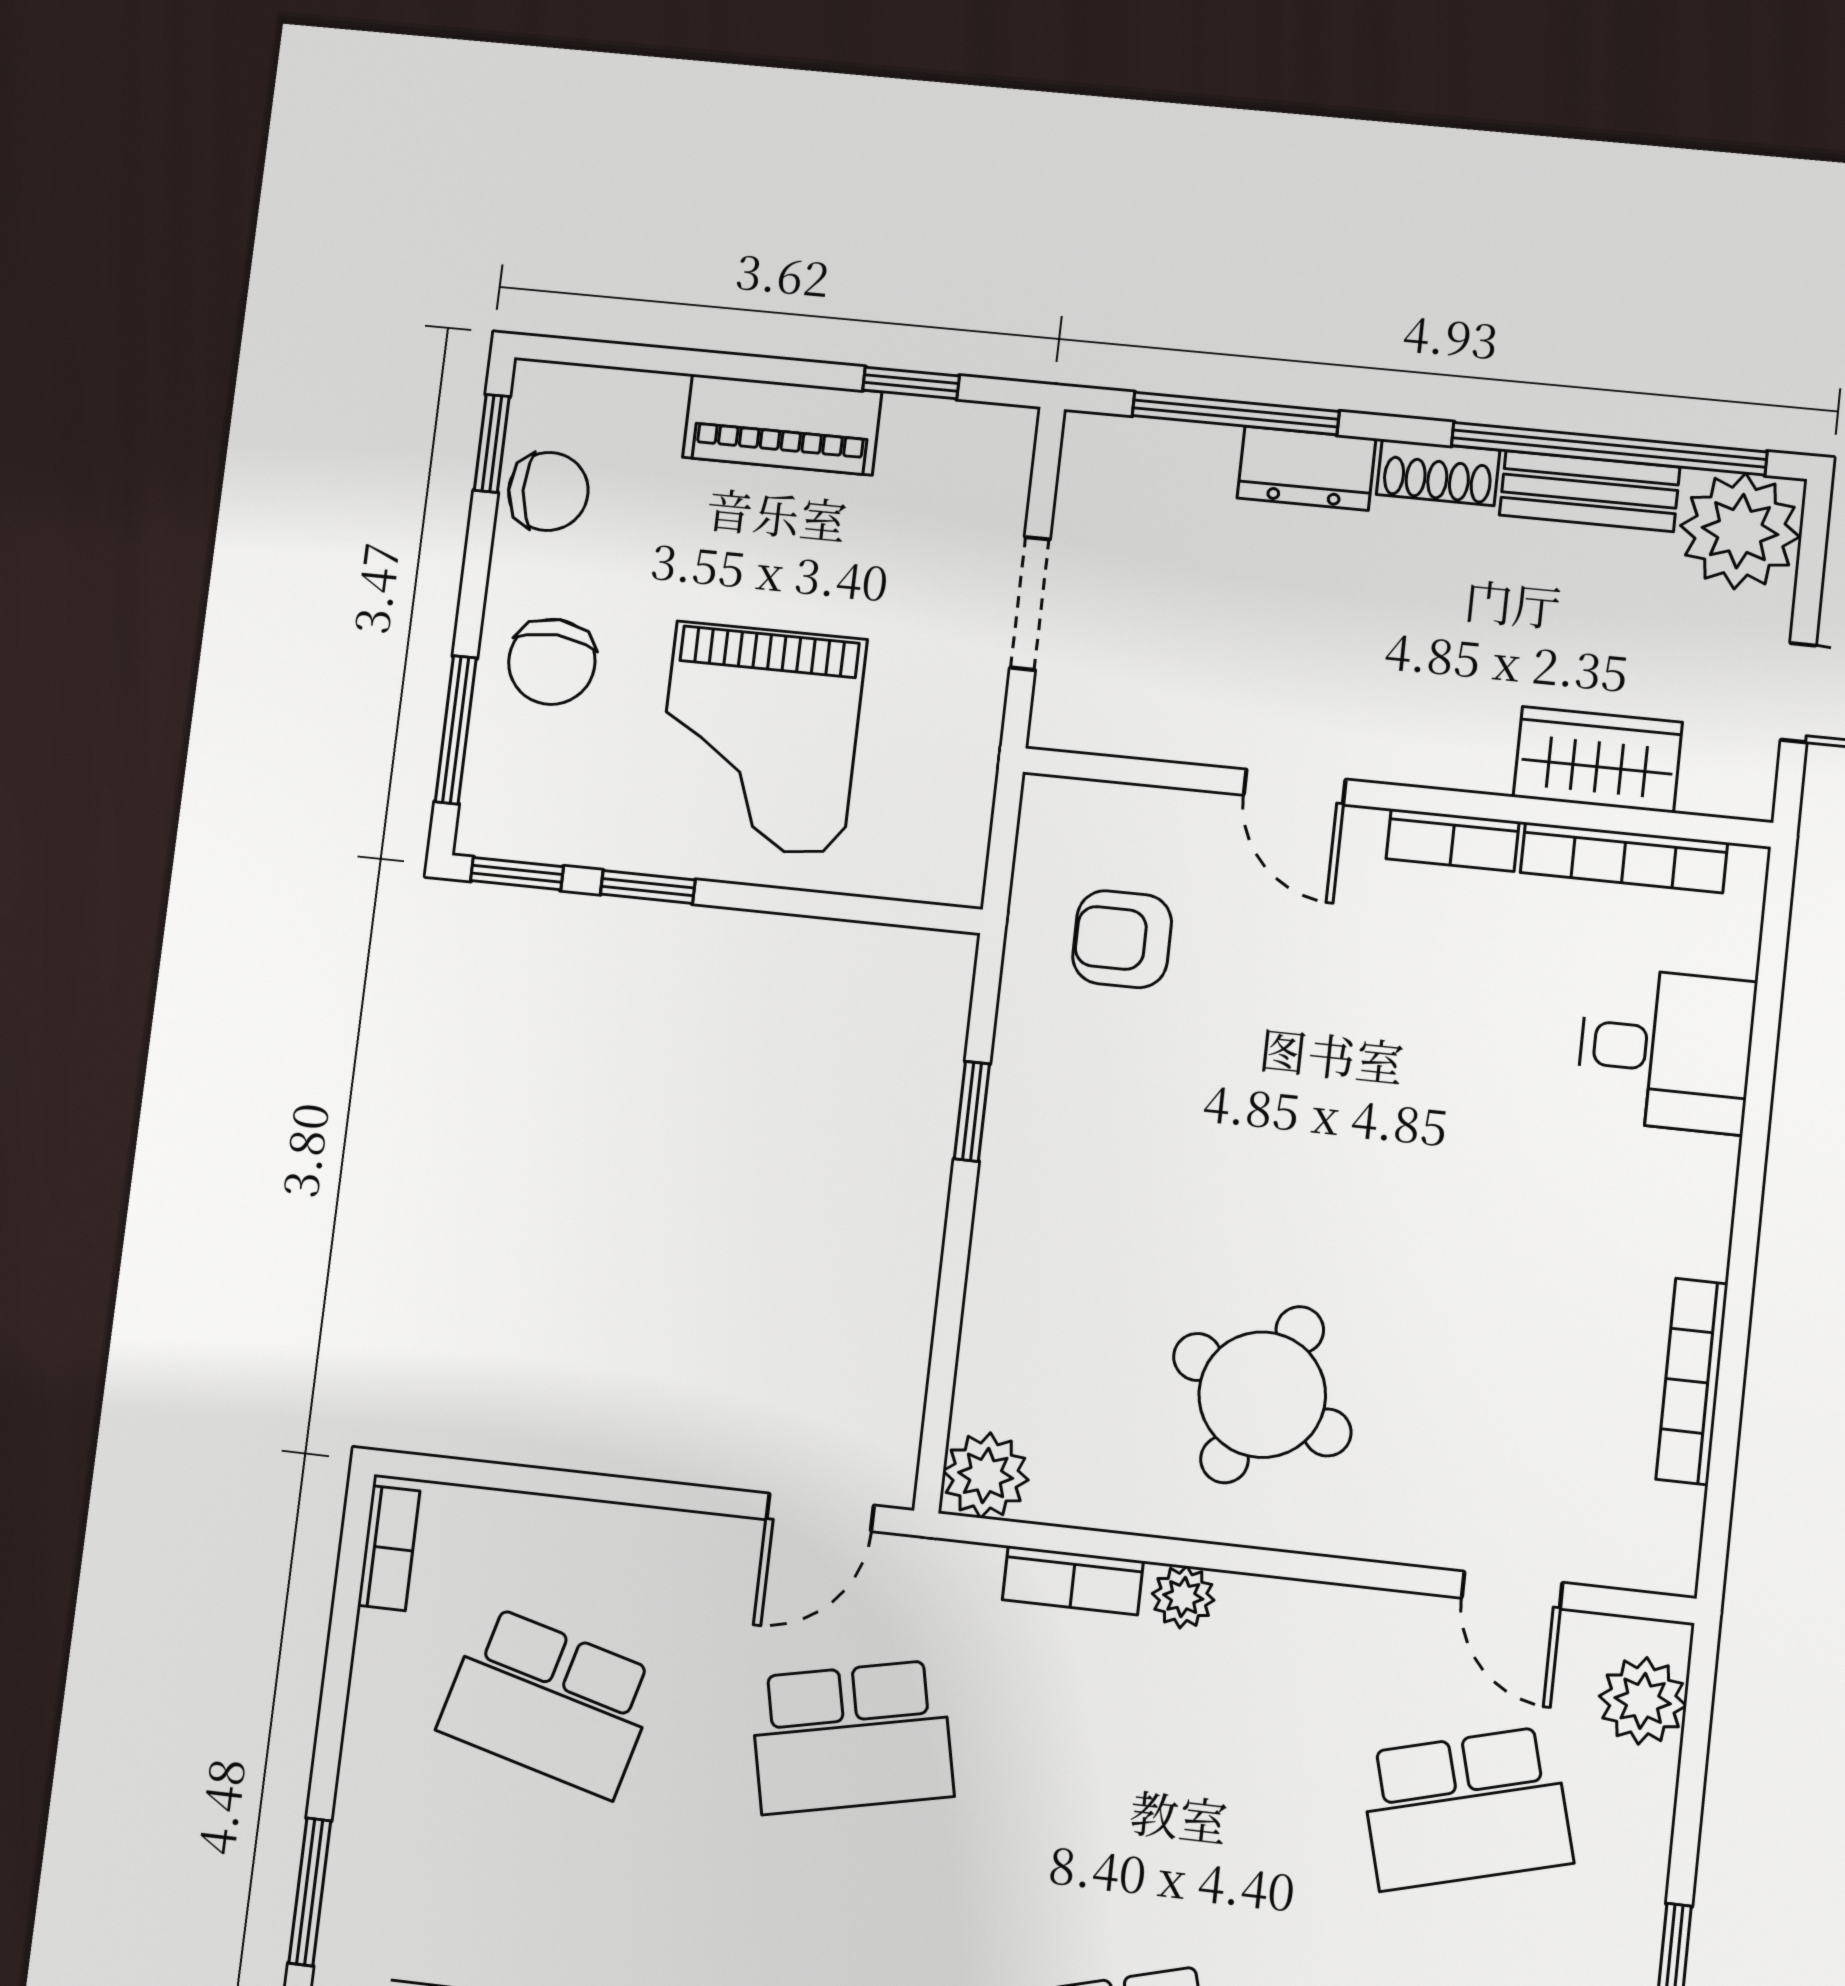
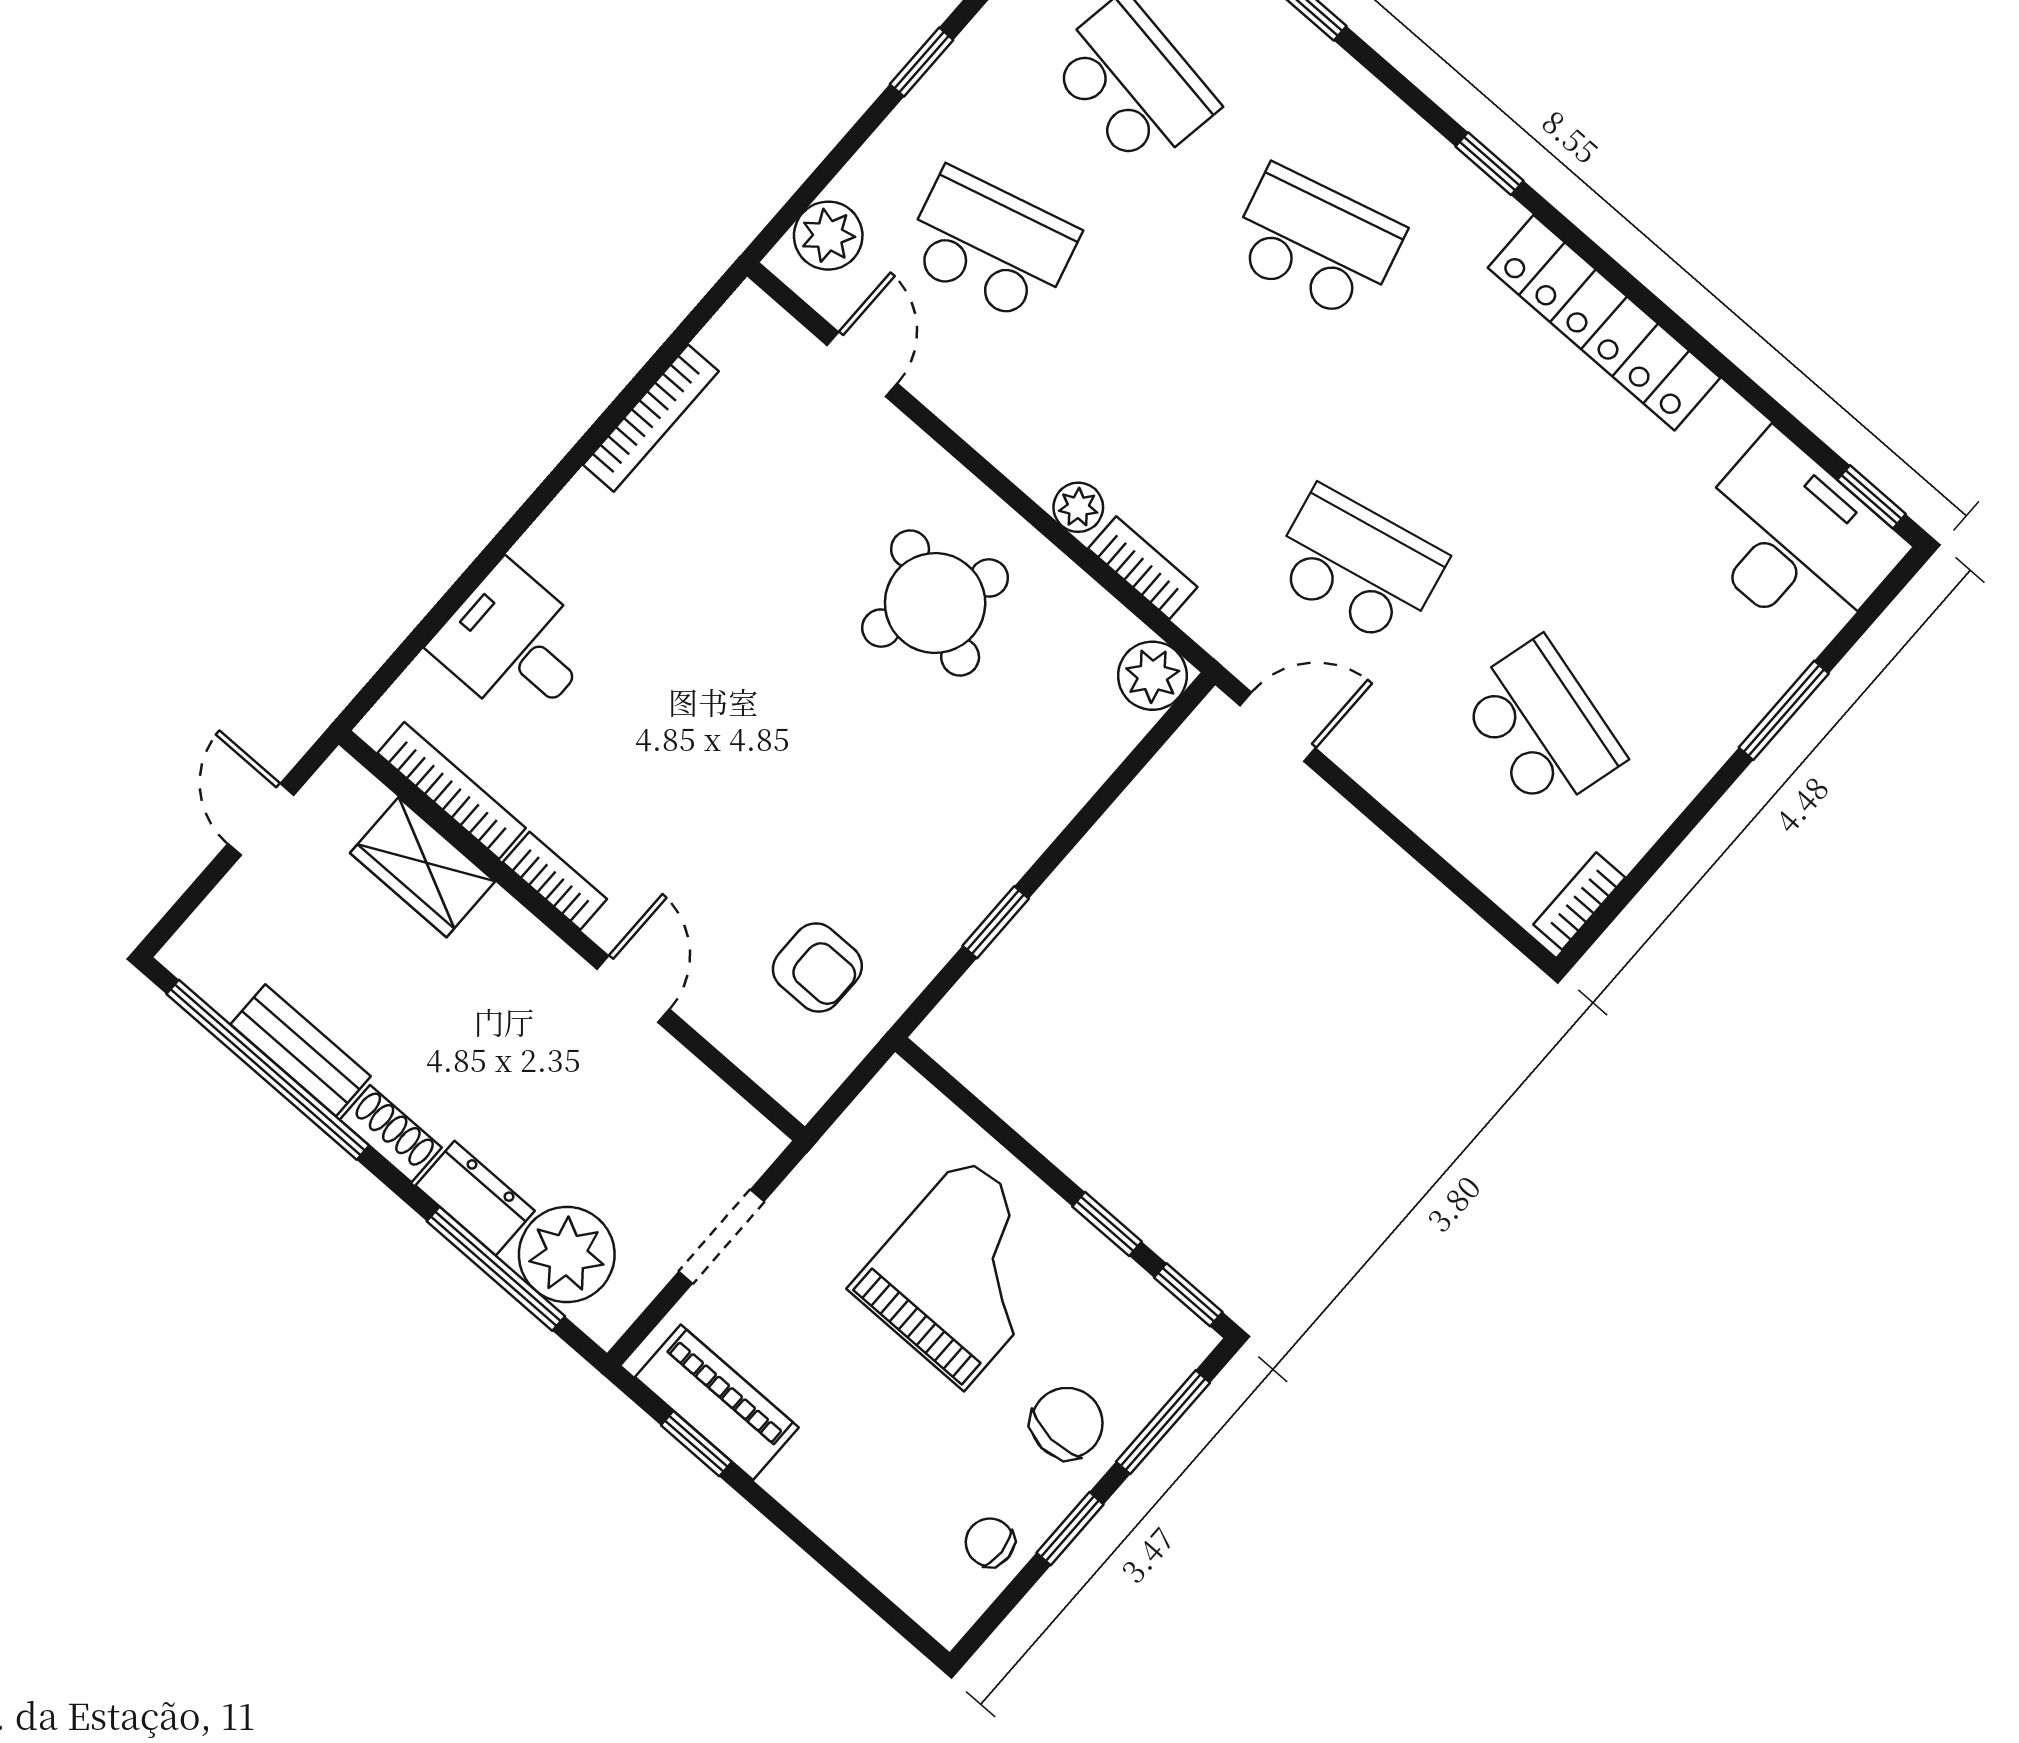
piano: (782, 425) -> (717, 1402), moved
window: (492, 443) -> (1070, 1529), moved
chair: (548, 491) -> (990, 1542), width x0.73, depth x0.73
plant: (1740, 531) -> (567, 1255), moved

